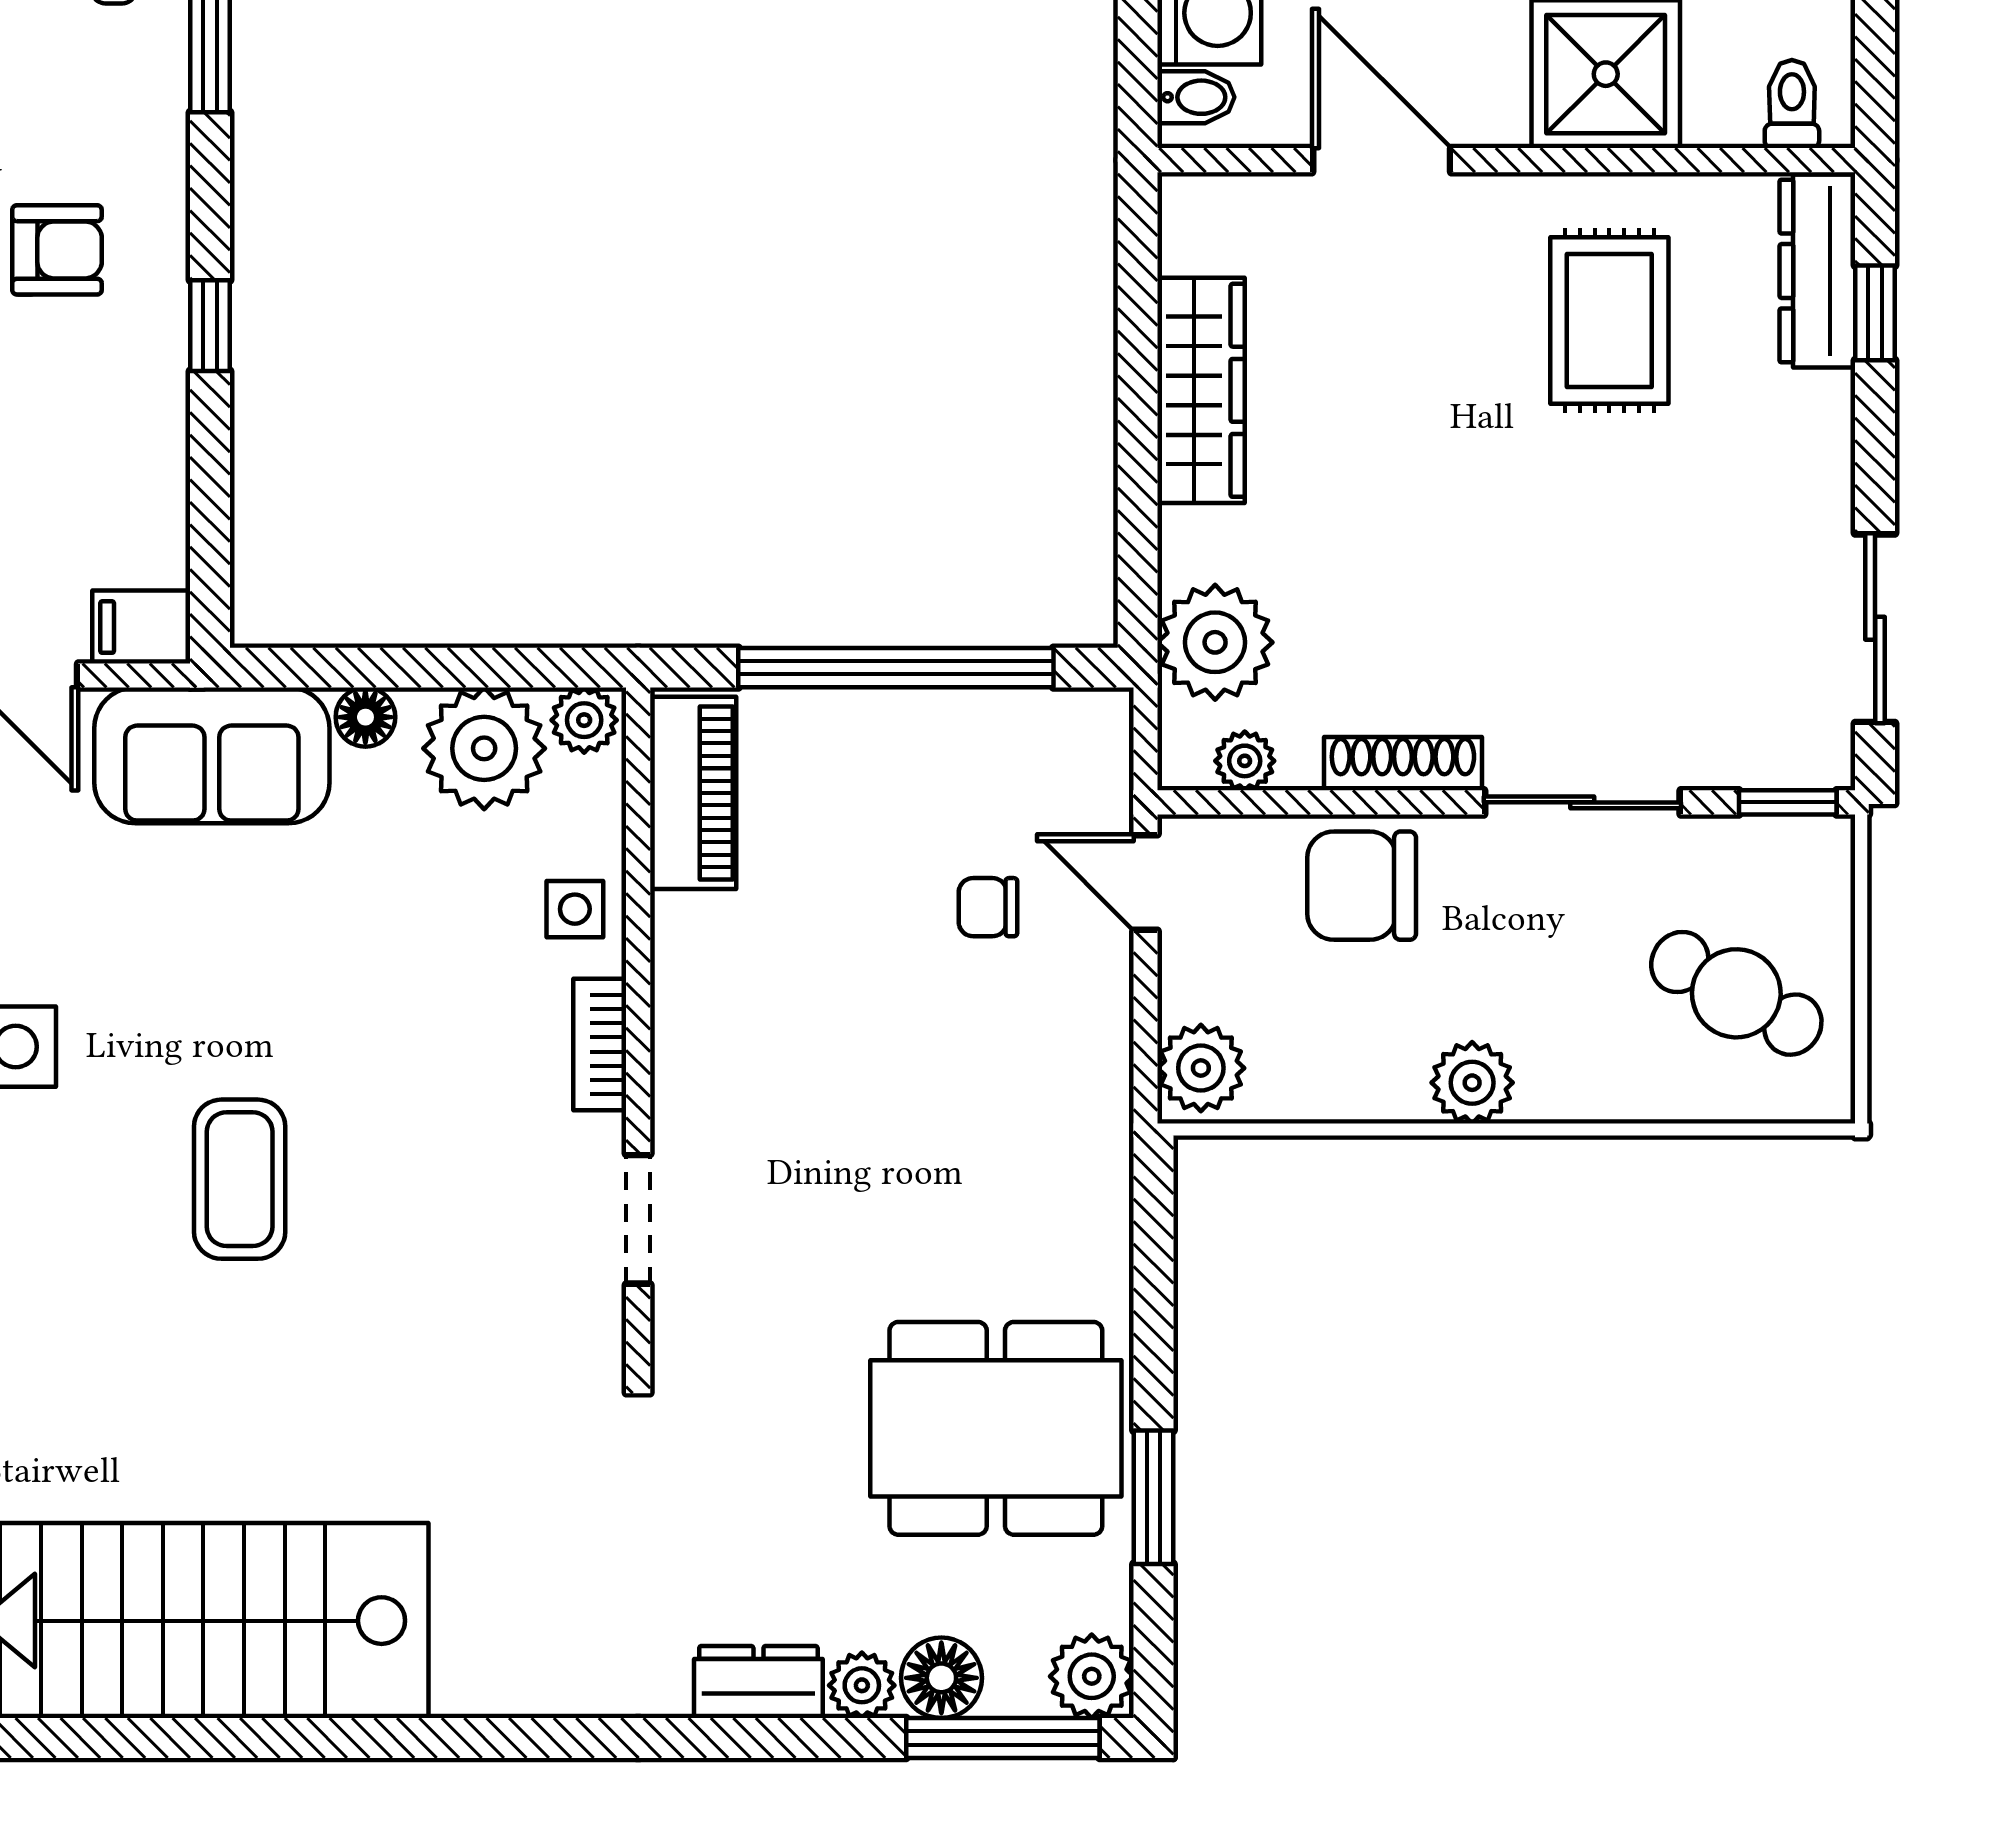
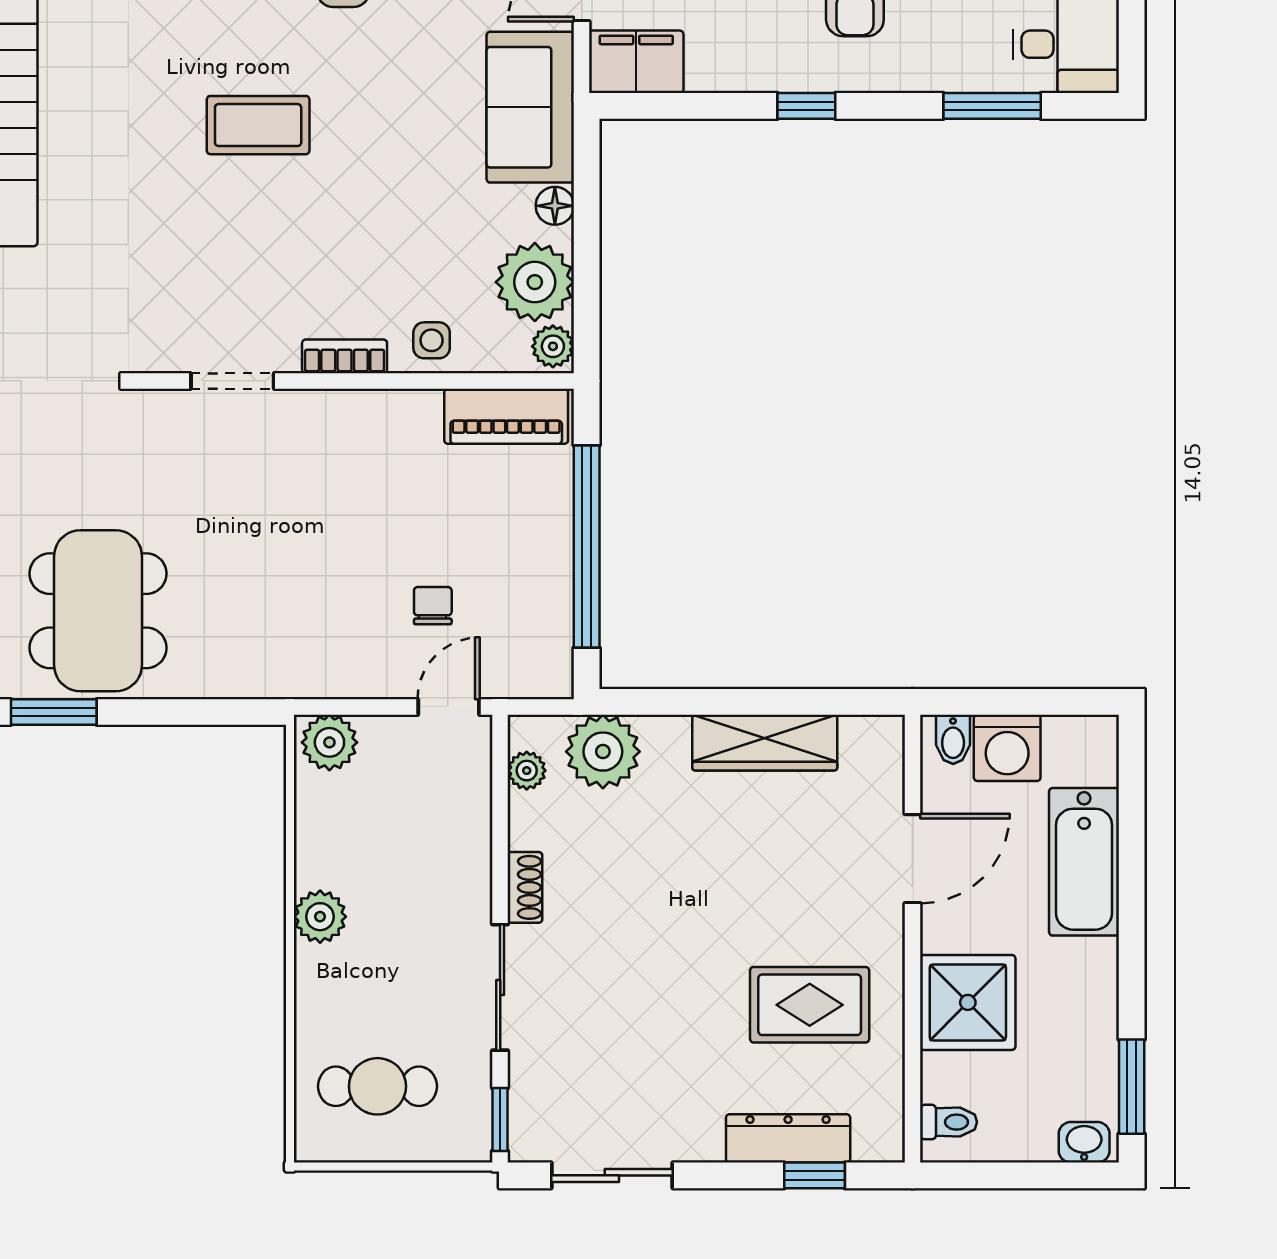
dresser: (1817, 271) -> (788, 1138), moved
filing cabinet: (141, 627) -> (636, 62), width x2.00
shoe rack: (1403, 764) -> (525, 887), width x0.70
chair: (1362, 886) -> (447, 846), removed
cafe table: (1736, 993) -> (377, 1086), turned 61

